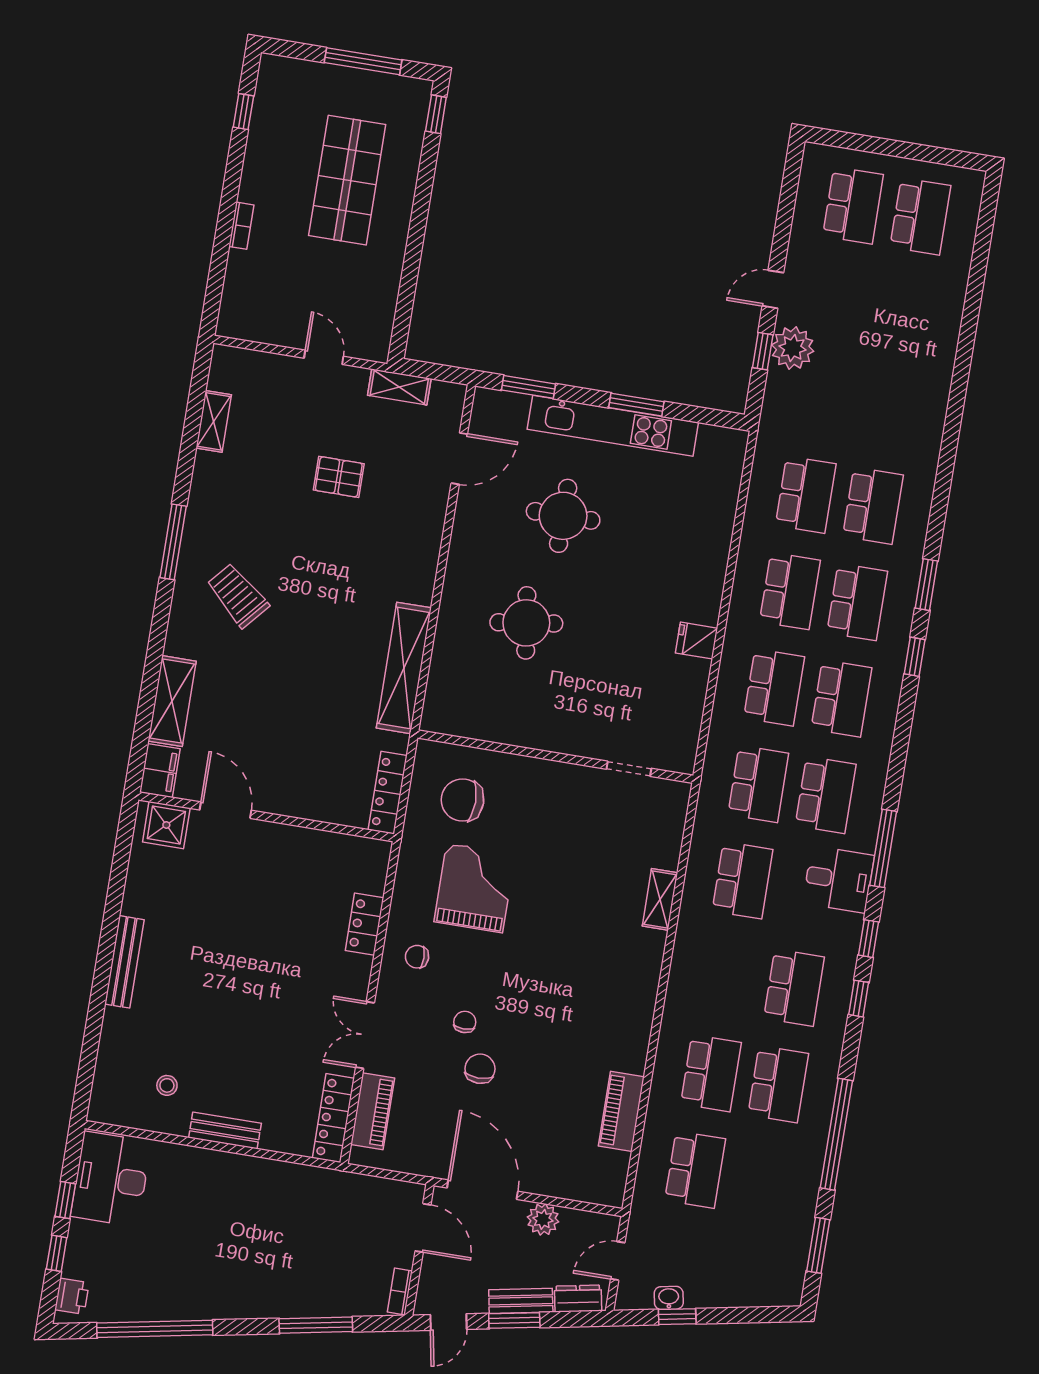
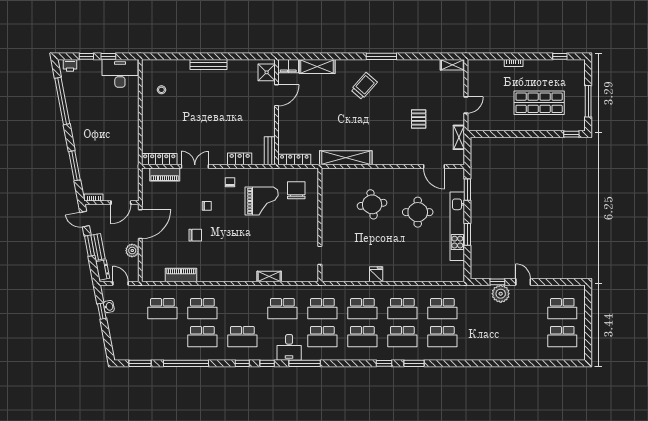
shelving: (214, 421) -> (452, 65), moved
chair: (480, 1069) -> (195, 235), moved
bench: (225, 1131) -> (270, 151), moved

